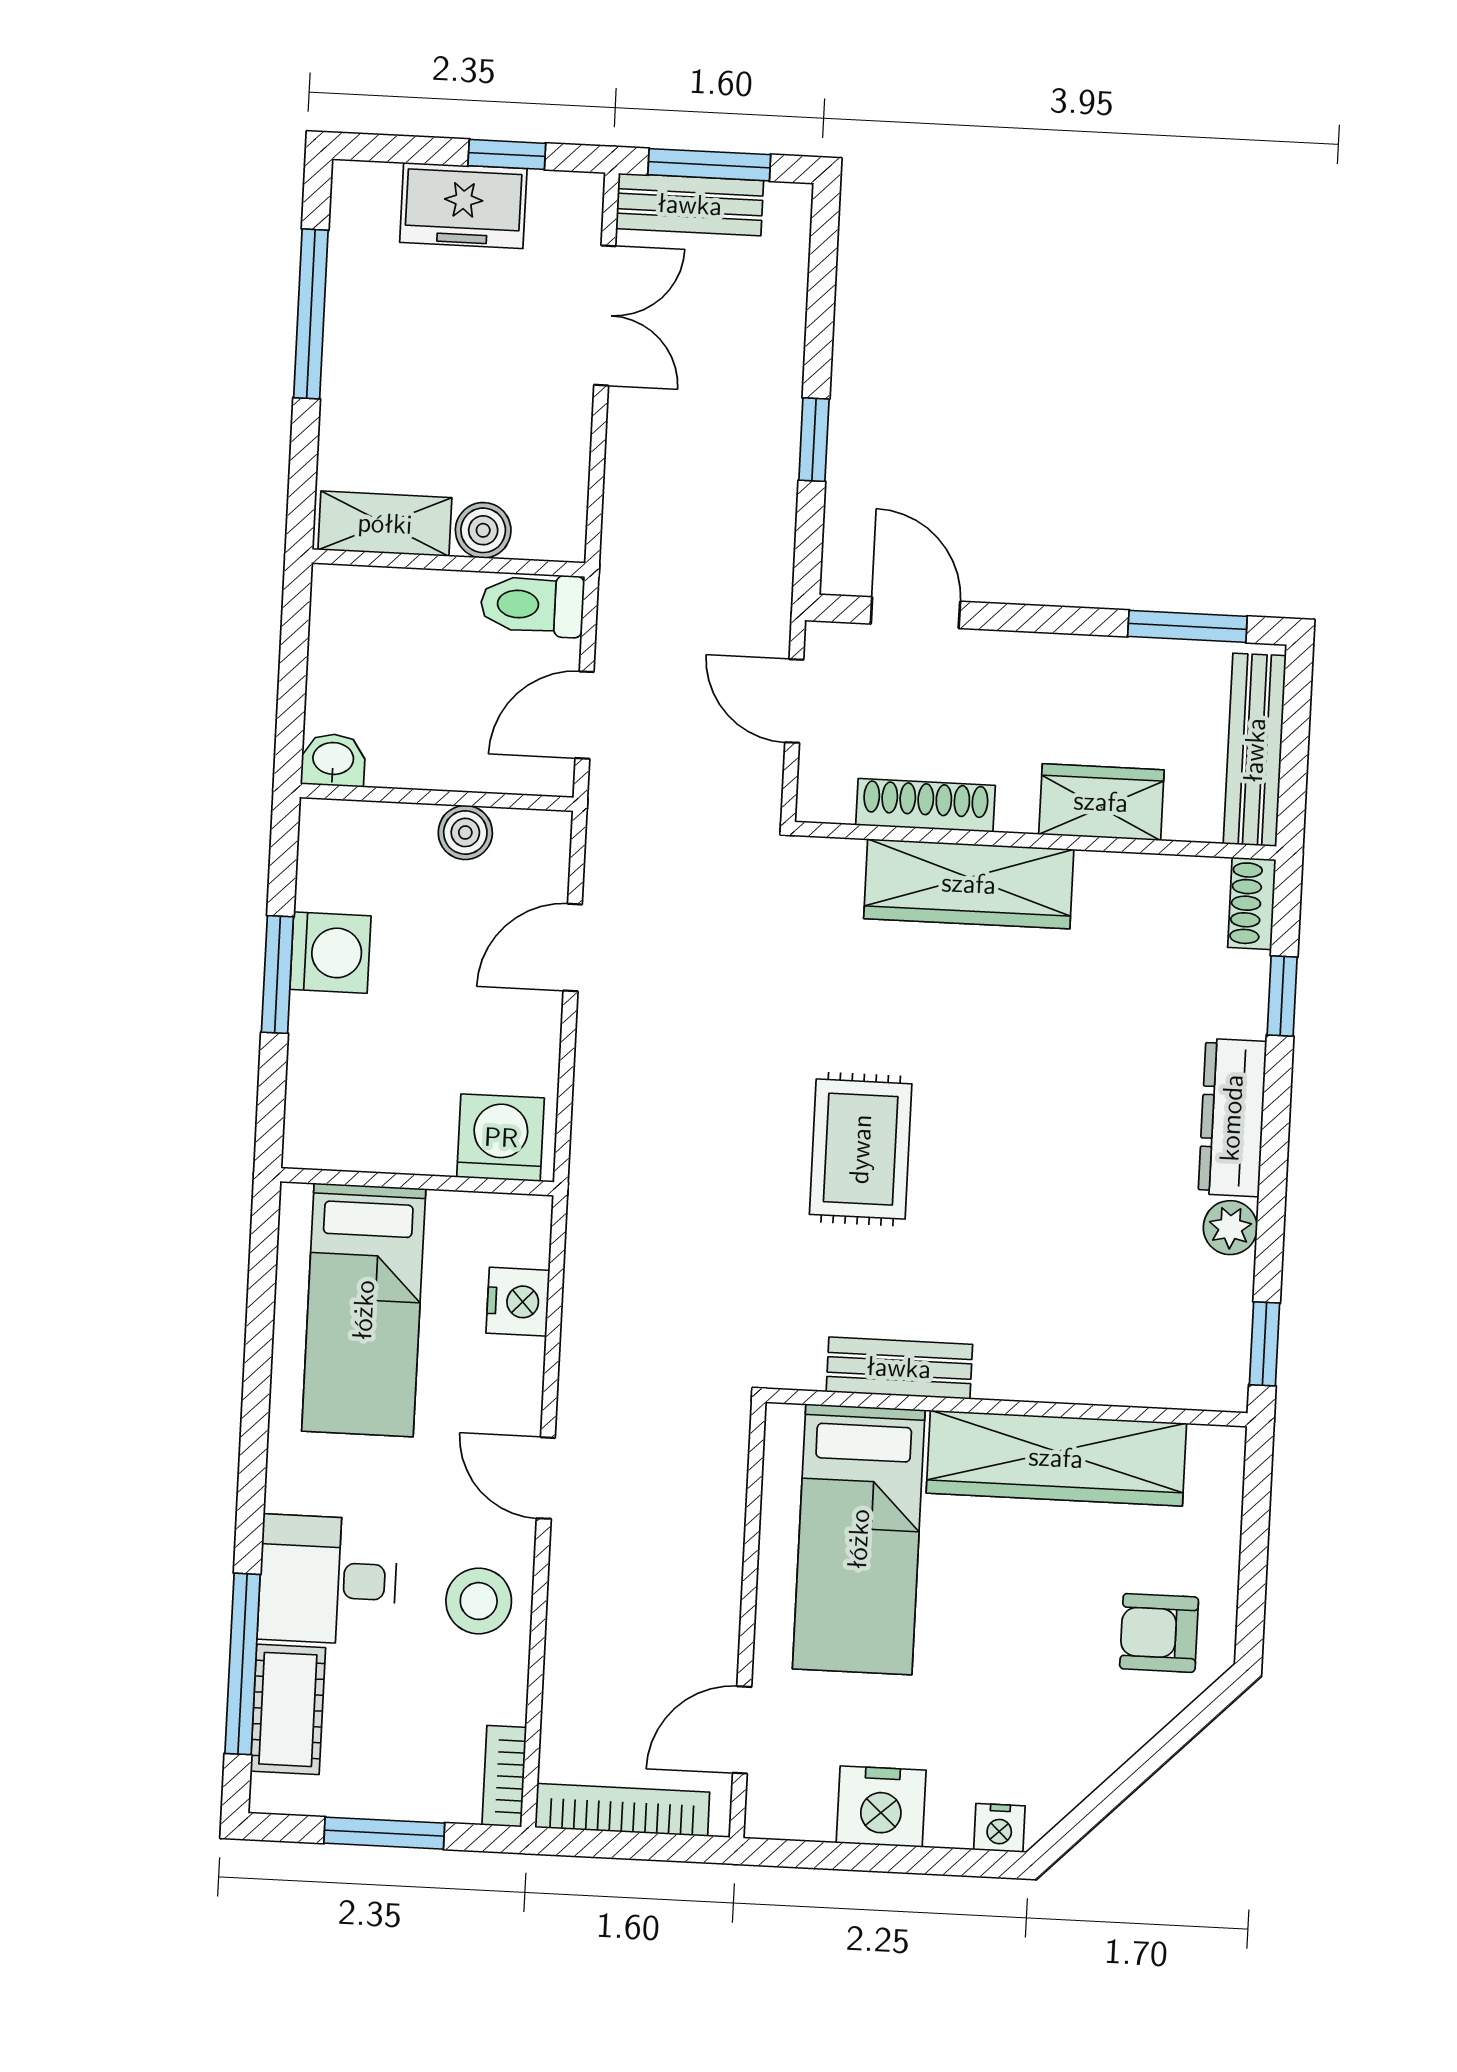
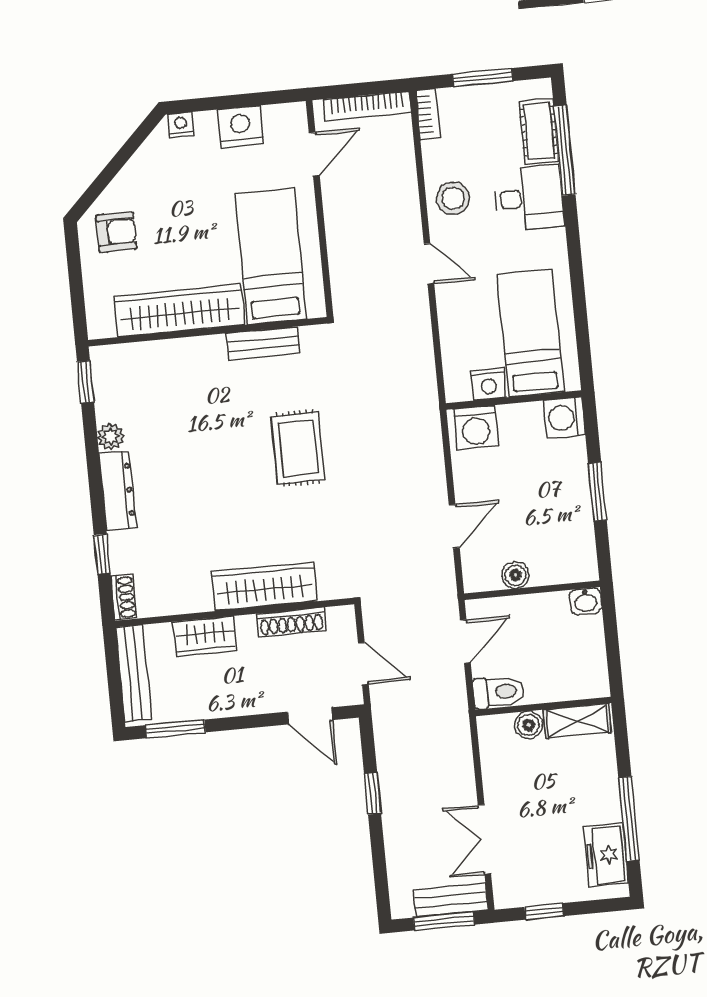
freezer: (463, 205) -> (606, 855), moved, turned -90
washing machine: (330, 953) -> (564, 418), moved
nightstand: (518, 1302) -> (489, 384), moved, turned -90

